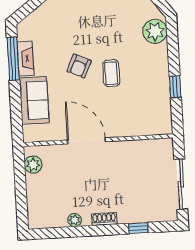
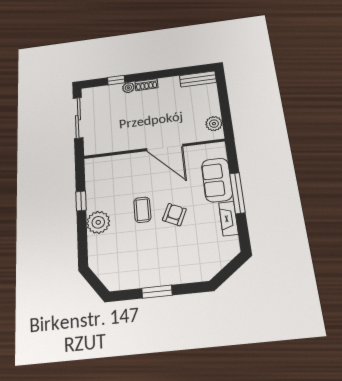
plant: (155, 31) -> (98, 222), moved
window: (13, 59) -> (237, 193), moved
plant: (75, 220) -> (128, 88), moved
bench: (47, 221) -> (198, 79), added

